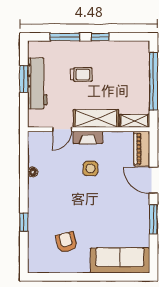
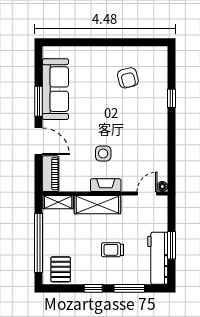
pallet: (132, 55) -> (61, 269), added
workbench: (37, 83) -> (158, 258), moved
door: (62, 129) -> (147, 194), moved
floor lamp: (33, 172) -> (162, 186), moved
sofa: (120, 260) -> (55, 89), moved, turned -90

